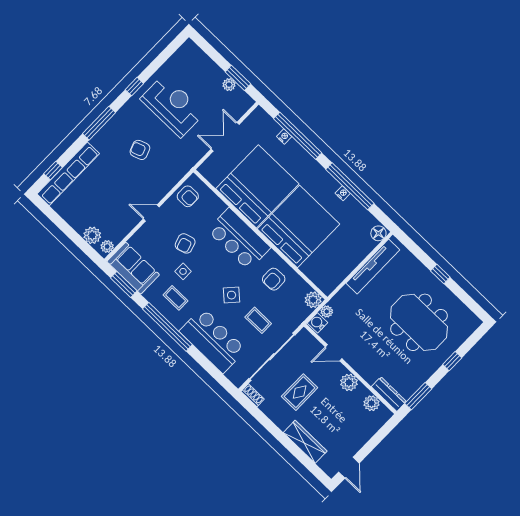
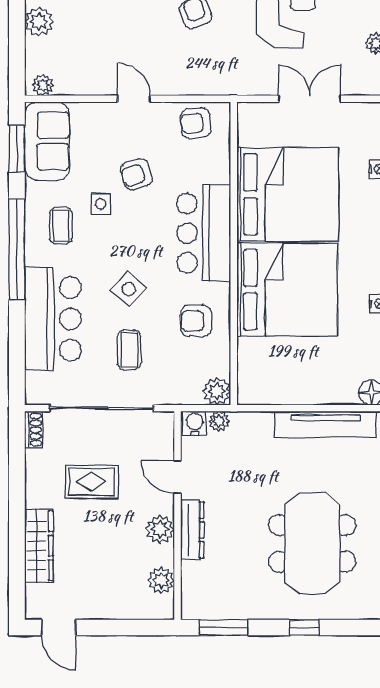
armchair: (188, 196) -> (196, 123), turned 84
plant: (92, 235) -> (39, 22), moved
dresser: (389, 394) -> (192, 530), moved
door: (349, 468) -> (59, 628), hinge flipped

